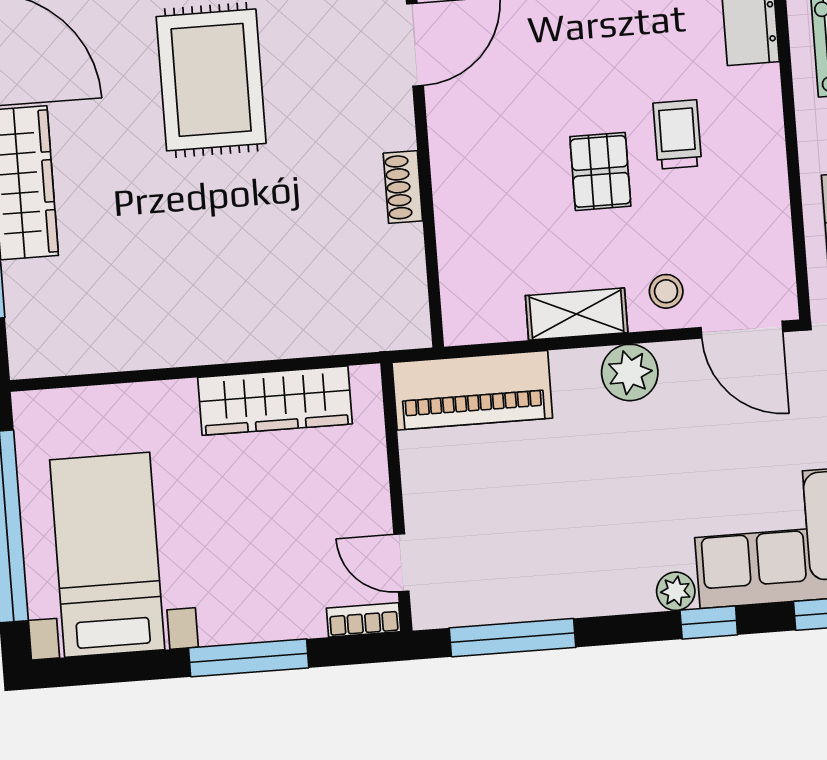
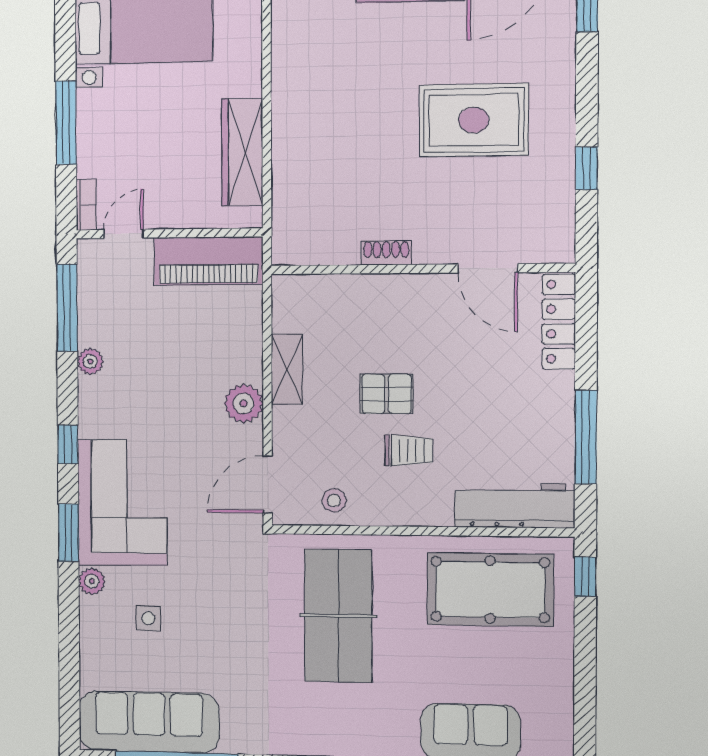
stool: (666, 291) -> (334, 500), moved
piano: (472, 390) -> (208, 261), moved, turned -90
plant: (676, 591) -> (90, 361), moved

